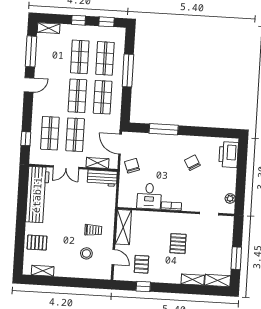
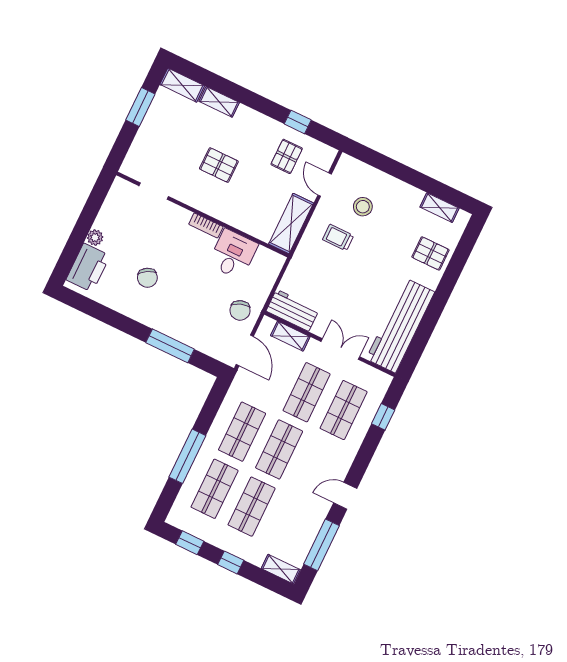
plant: (230, 198) -> (95, 238), moved
pallet: (178, 244) -> (219, 165), turned 90

